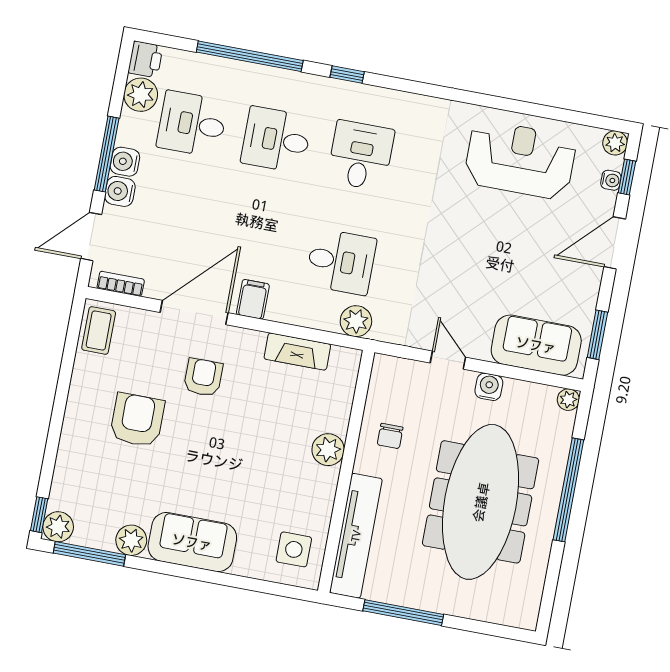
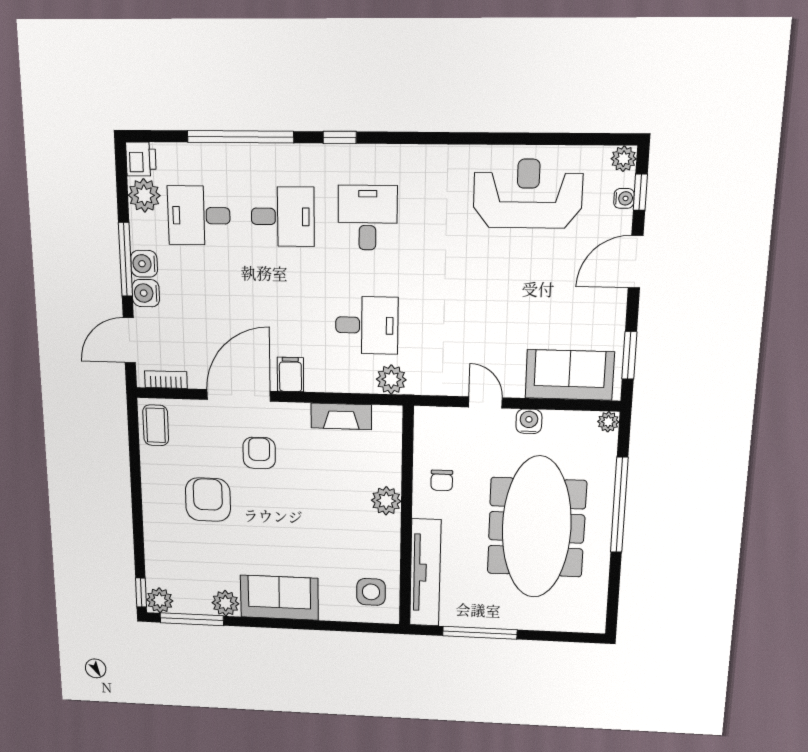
desk: (276, 140) -> (283, 217), turned 180

